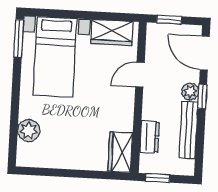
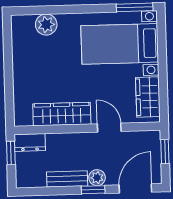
bench: (189, 130) -> (67, 179), width x0.73
dresser: (149, 137) -> (30, 142), moved
wardrobe: (120, 152) -> (62, 114), moved, width x1.50

